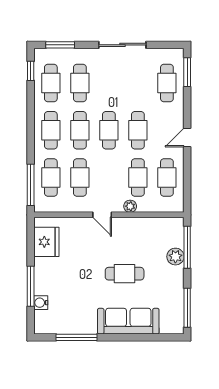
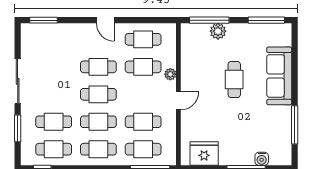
window: (60, 45) -> (18, 128), moved
cafe table: (167, 83) -> (54, 39), removed

